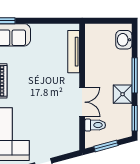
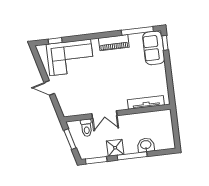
washbasin: (124, 40) -> (146, 145), moved

